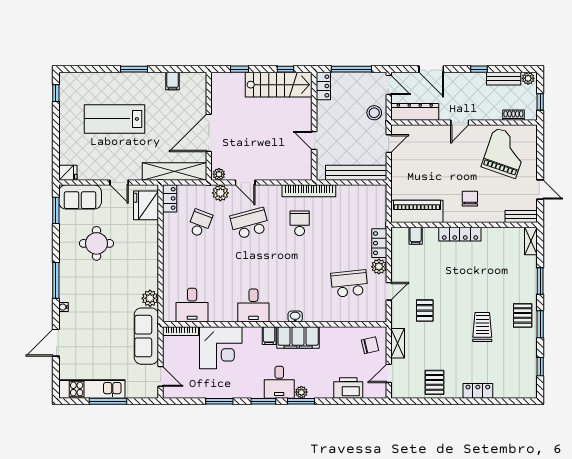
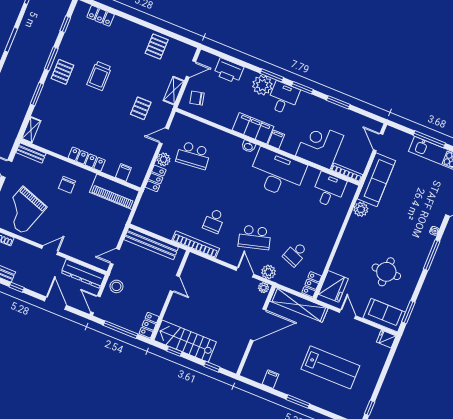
desk: (253, 306) -> (277, 173), width x1.87, depth x1.30
locker: (478, 391) -> (101, 16), moved
plant: (301, 392) -> (262, 85), width x1.88, depth x1.88

